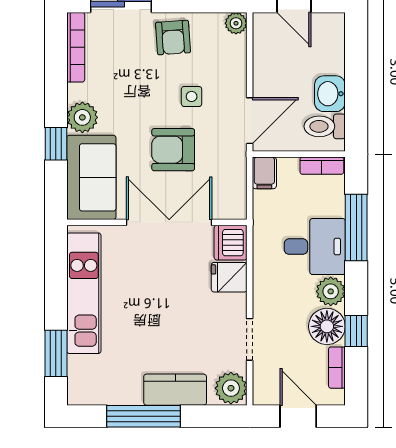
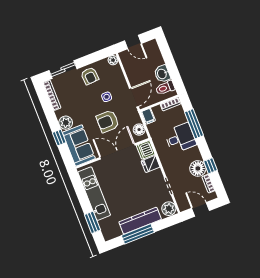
floor lamp: (234, 194) -> (139, 130), added
plant: (331, 291) -> (194, 154), removed
kitchen counter: (175, 390) -> (140, 221), width x1.50

